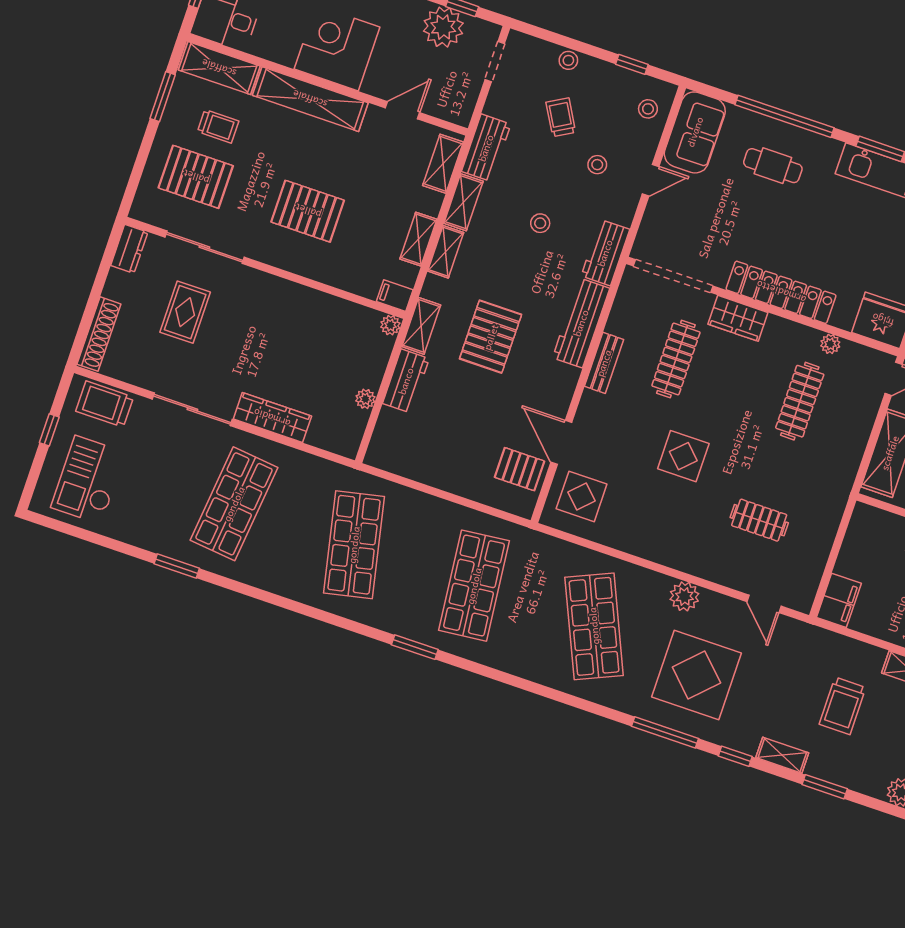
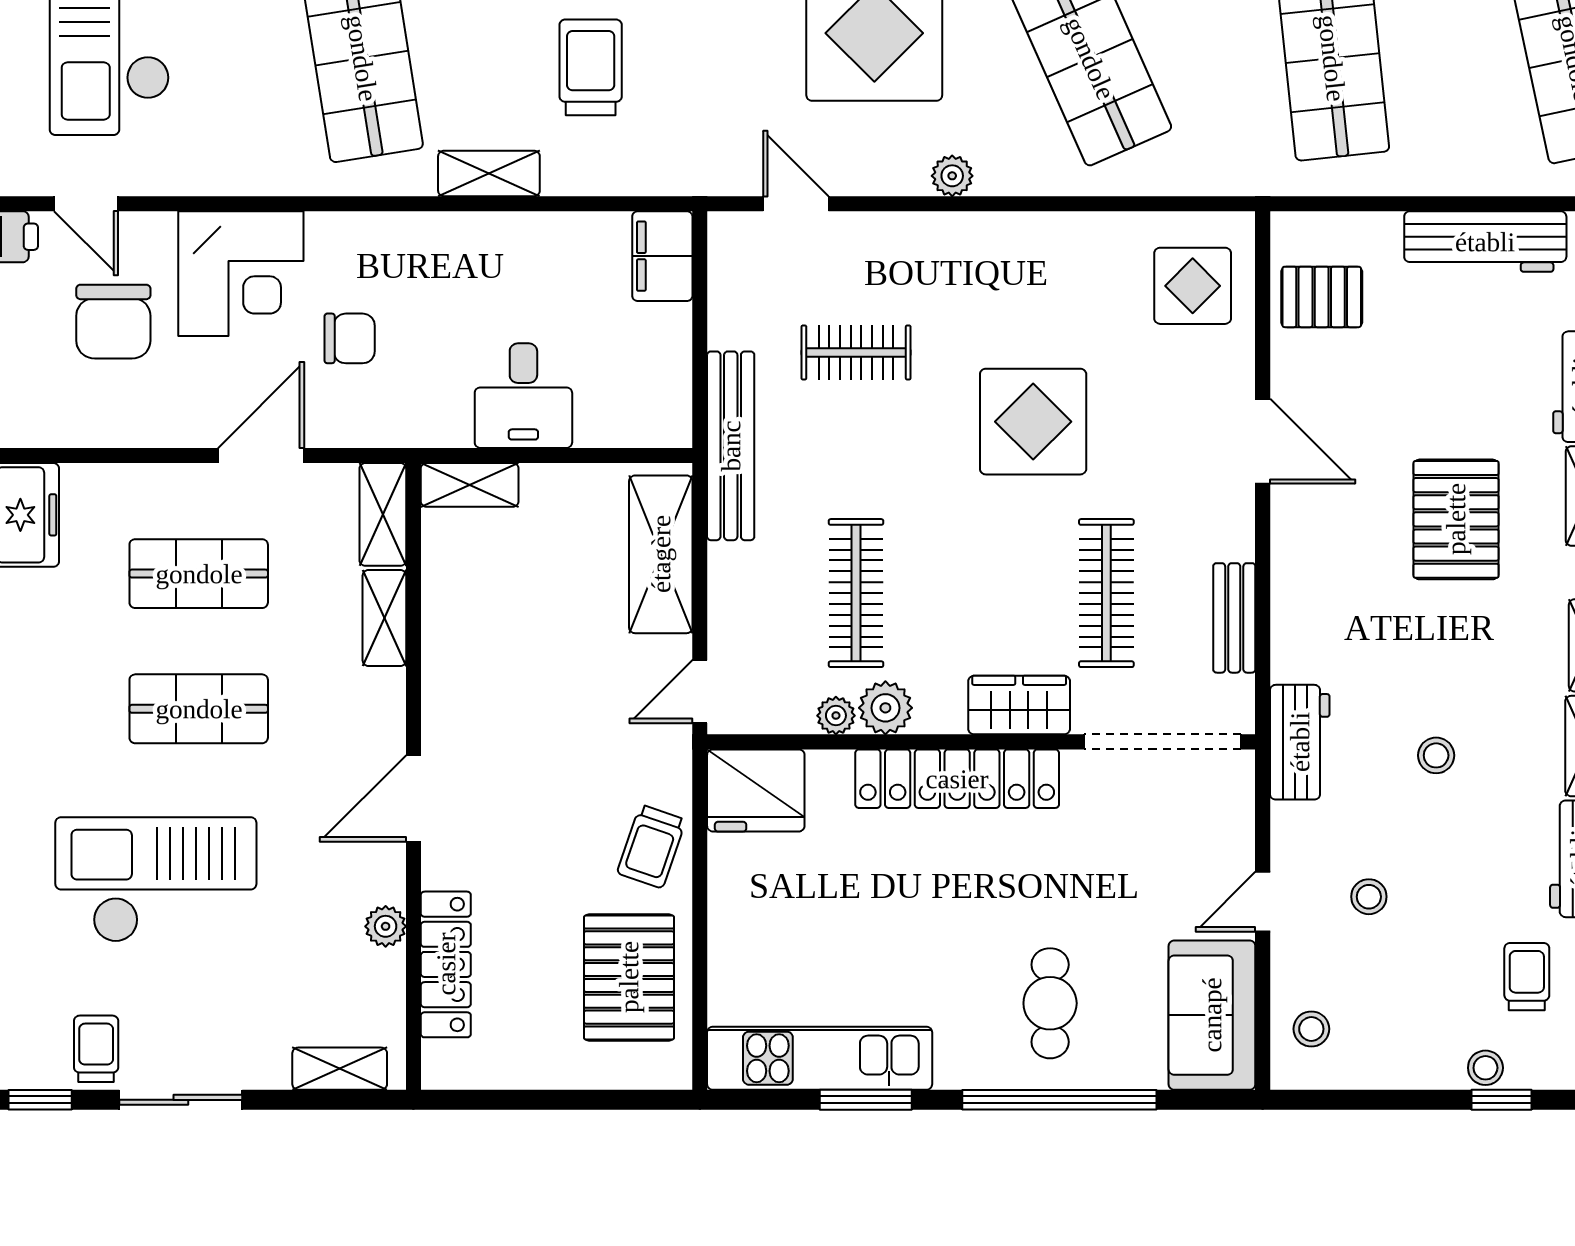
window: (632, 64) -> (1502, 1100), moved
trolley: (561, 117) -> (1527, 977), moved, turned -150
cafe table: (773, 166) -> (1050, 1003), turned 90
workbench: (581, 323) -> (1485, 242), moved, turned 90
plant: (805, 339) -> (885, 708), added
bench: (604, 363) -> (1234, 618), moved
door: (561, 442) -> (1263, 441), moved
display table: (683, 456) -> (1033, 422), width x1.36, depth x1.36
bench: (837, 495) -> (731, 446), added
plant: (684, 596) -> (952, 176), width x0.73, depth x0.73

